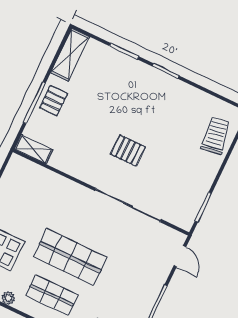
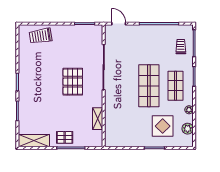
shelving: (34, 149) -> (98, 119), moved
pallet: (128, 151) -> (73, 82), width x1.50, depth x1.42
door: (180, 256) -> (119, 24), hinge flipped

